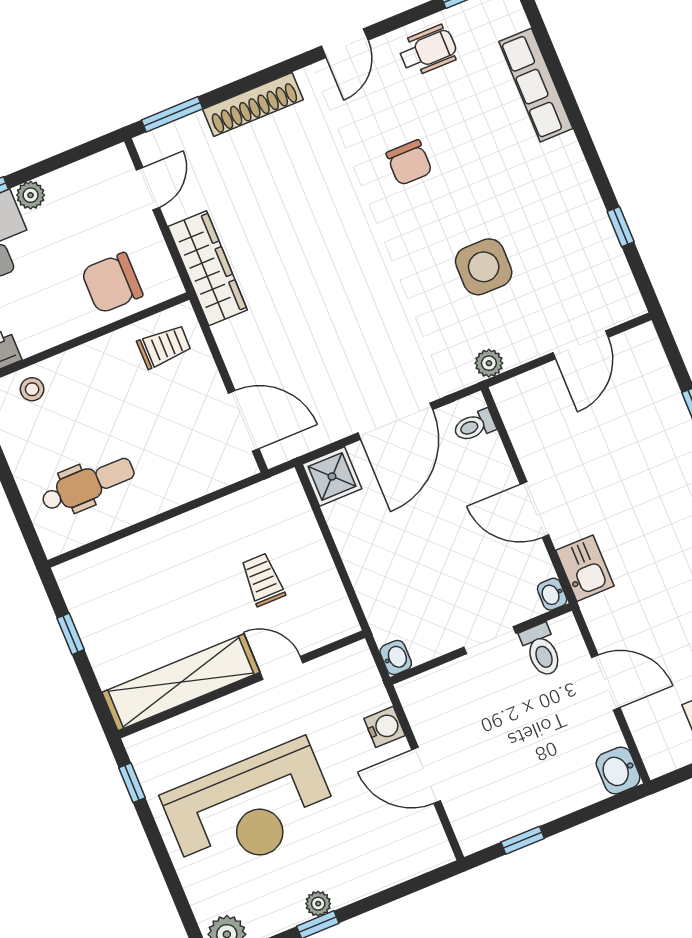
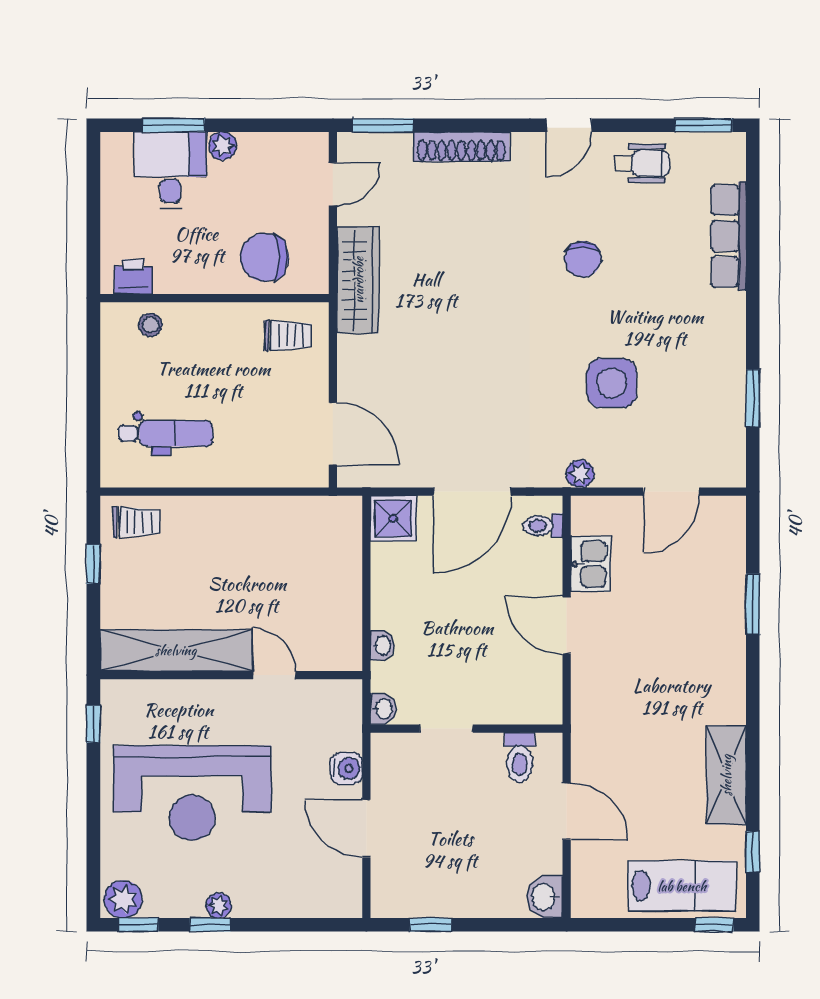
window: (621, 227) -> (753, 398), width x1.50
kitchen sink: (585, 568) -> (591, 564), moved
trolley: (263, 580) -> (136, 522), moved, turned 90
washbasin: (552, 594) -> (382, 646), moved, turned 180
doorway: (490, 640) -> (446, 729), moved

